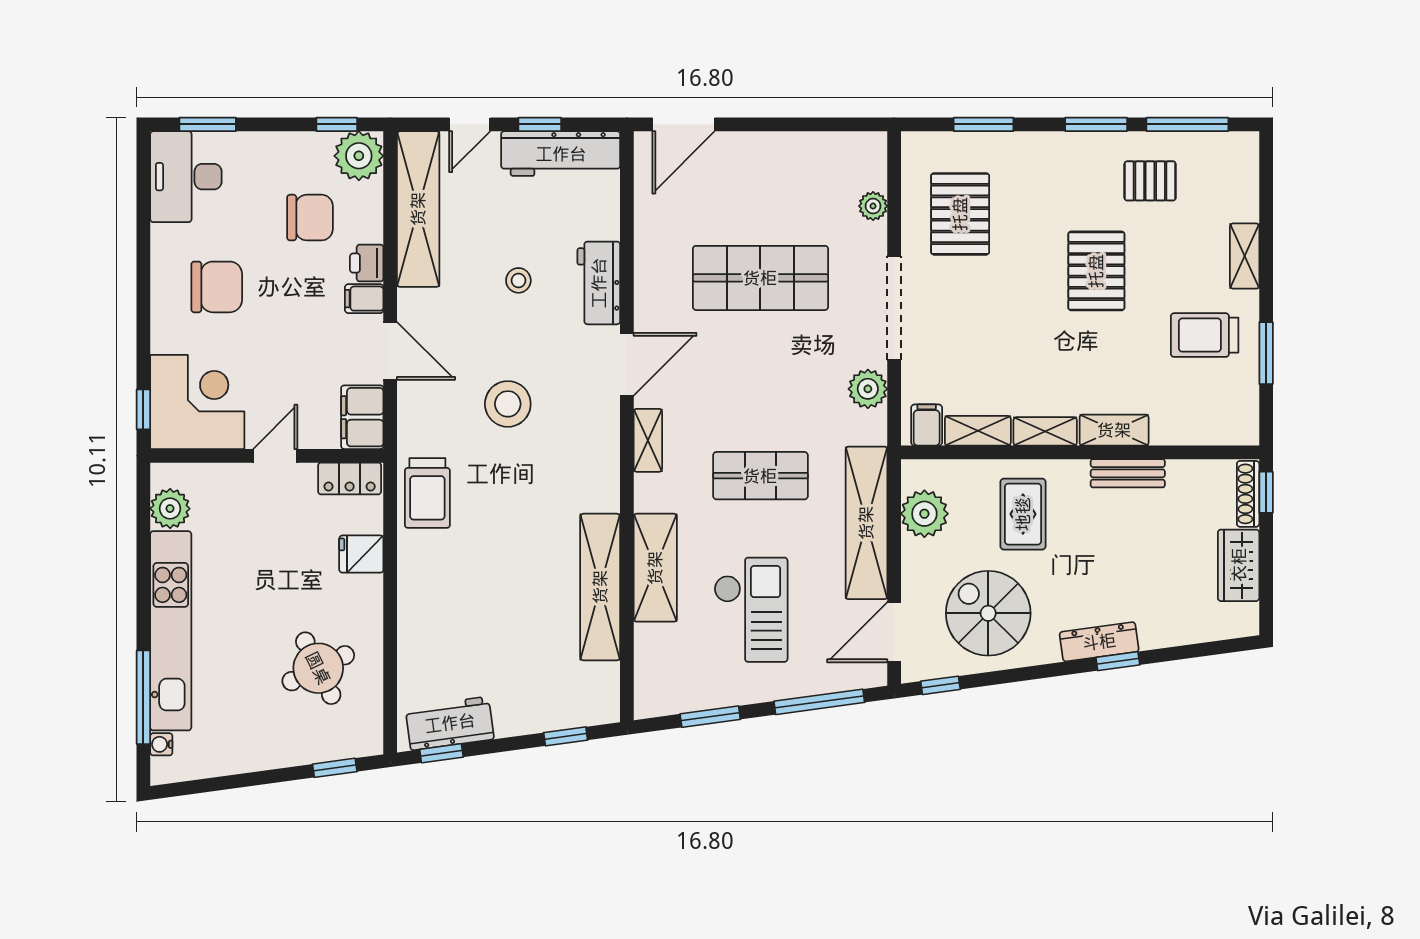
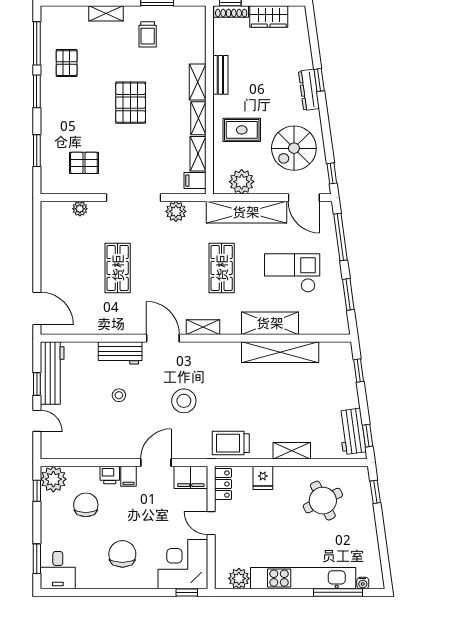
desk: (186, 177) -> (58, 570), width x0.73
shelving: (418, 209) -> (292, 451), moved, width x0.45, depth x0.75
pallet: (960, 214) -> (84, 163), width x0.67, depth x0.71
pallet: (1096, 271) -> (131, 103), moved, turned 90
shop shelf: (760, 278) -> (118, 268), width x0.70, depth x0.74
trolley: (1205, 335) -> (148, 34), width x0.73, depth x0.72
trolley: (427, 493) -> (231, 443), turned 180

